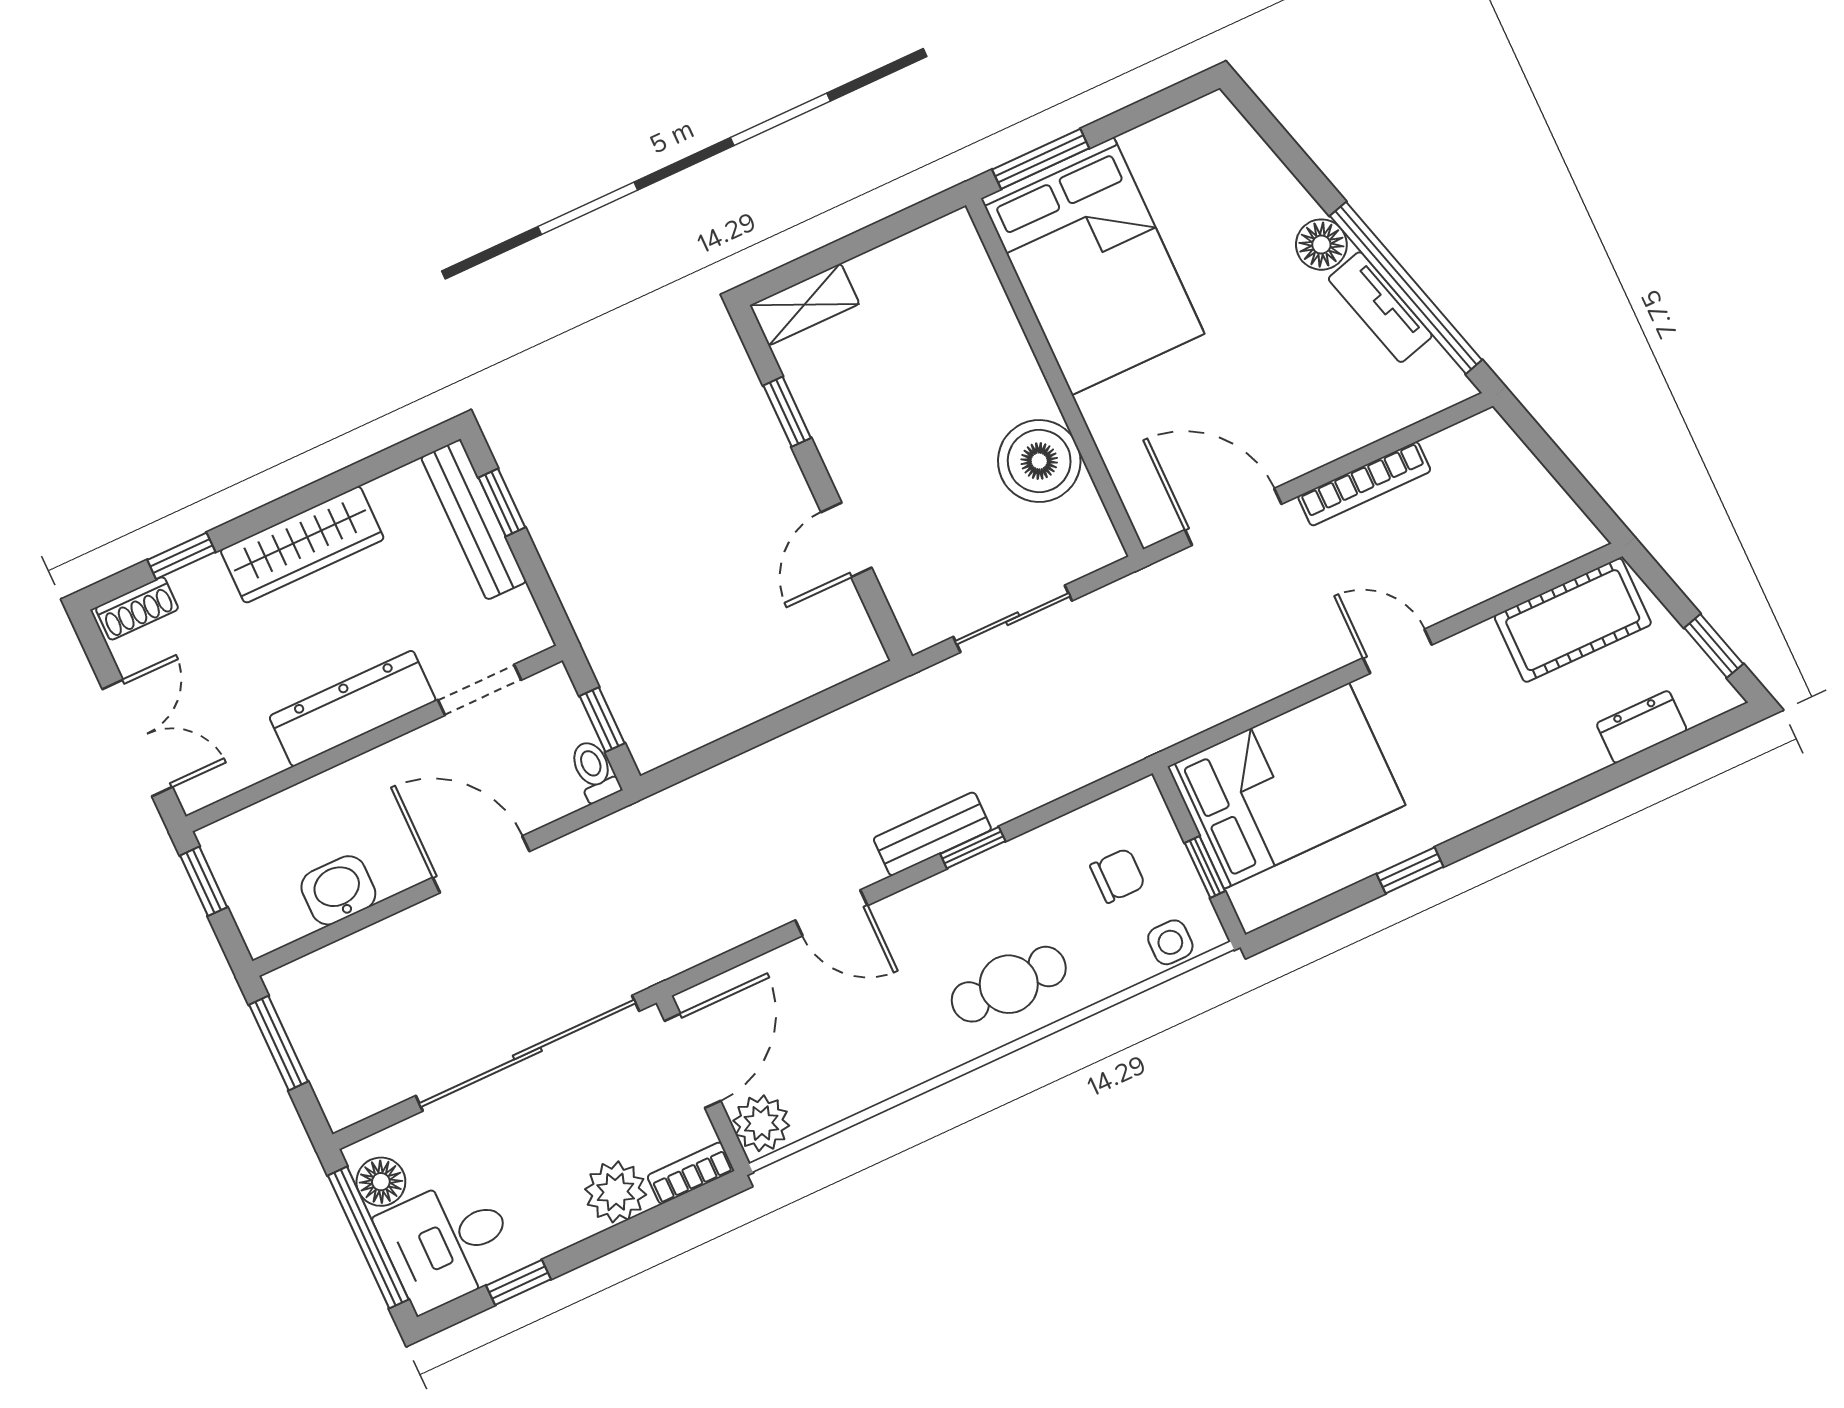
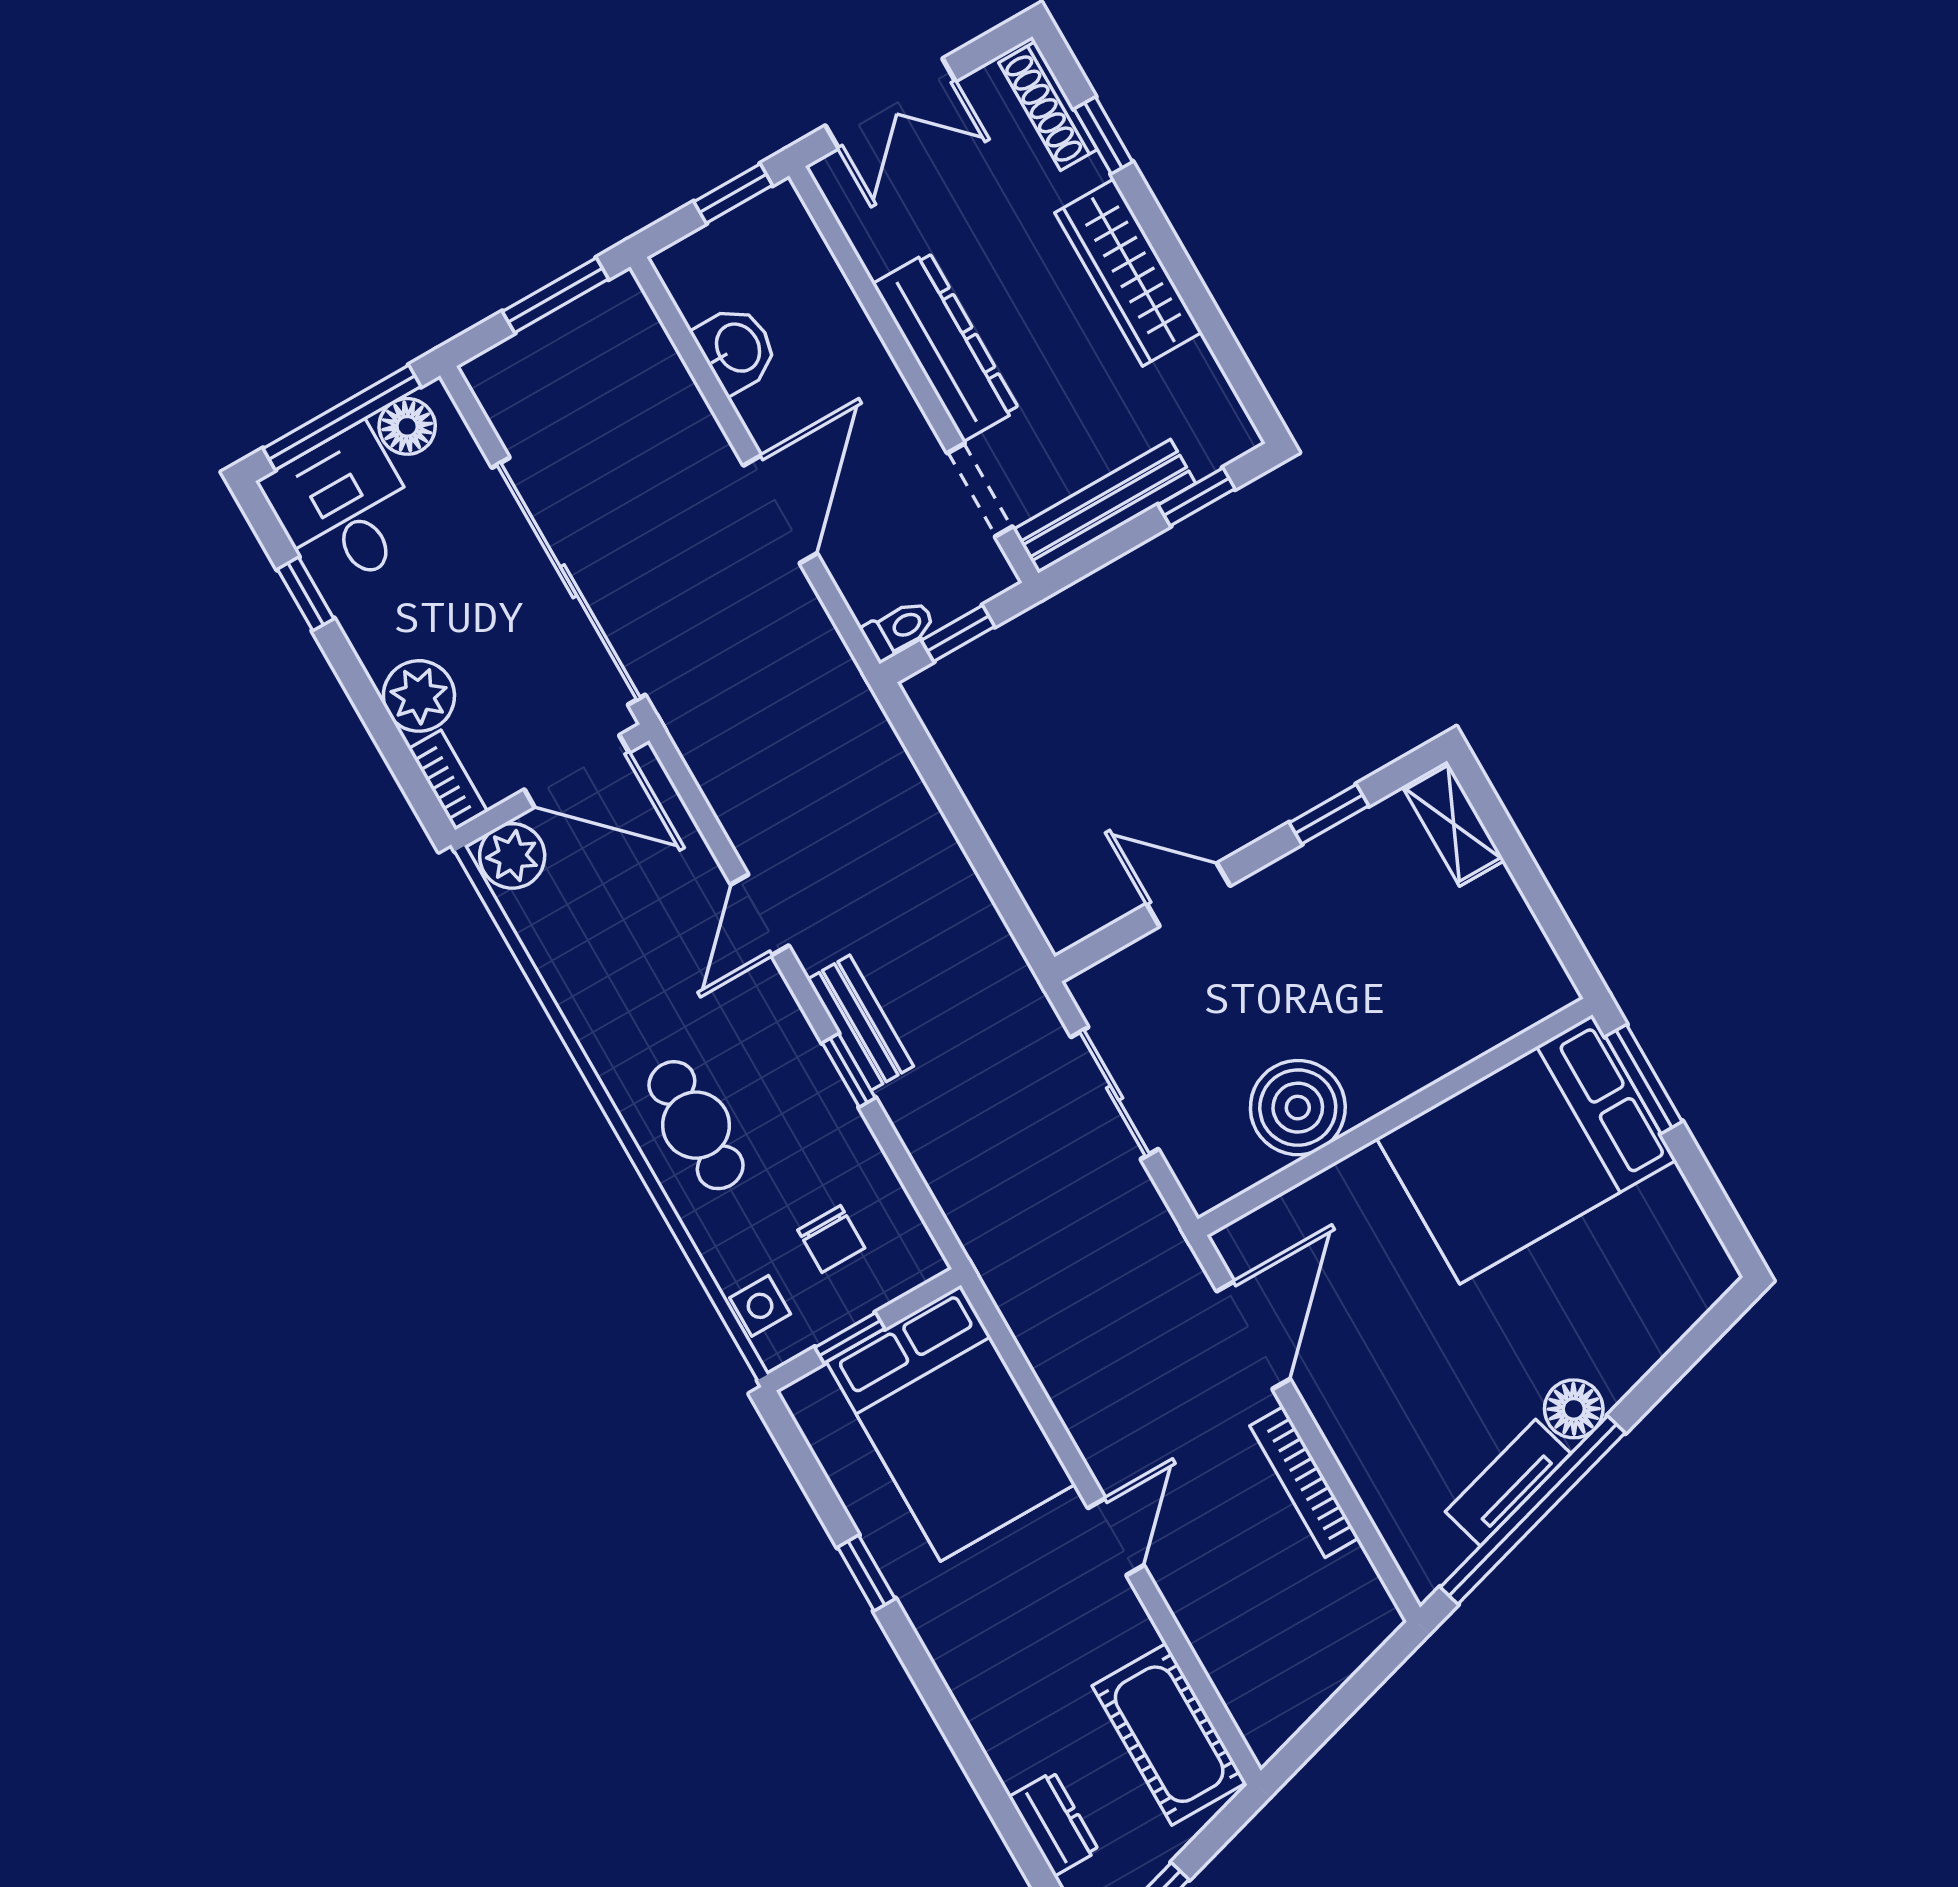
bench: (474, 520) -> (1104, 506), moved
shoe rack: (137, 608) -> (1048, 106), width x1.43

